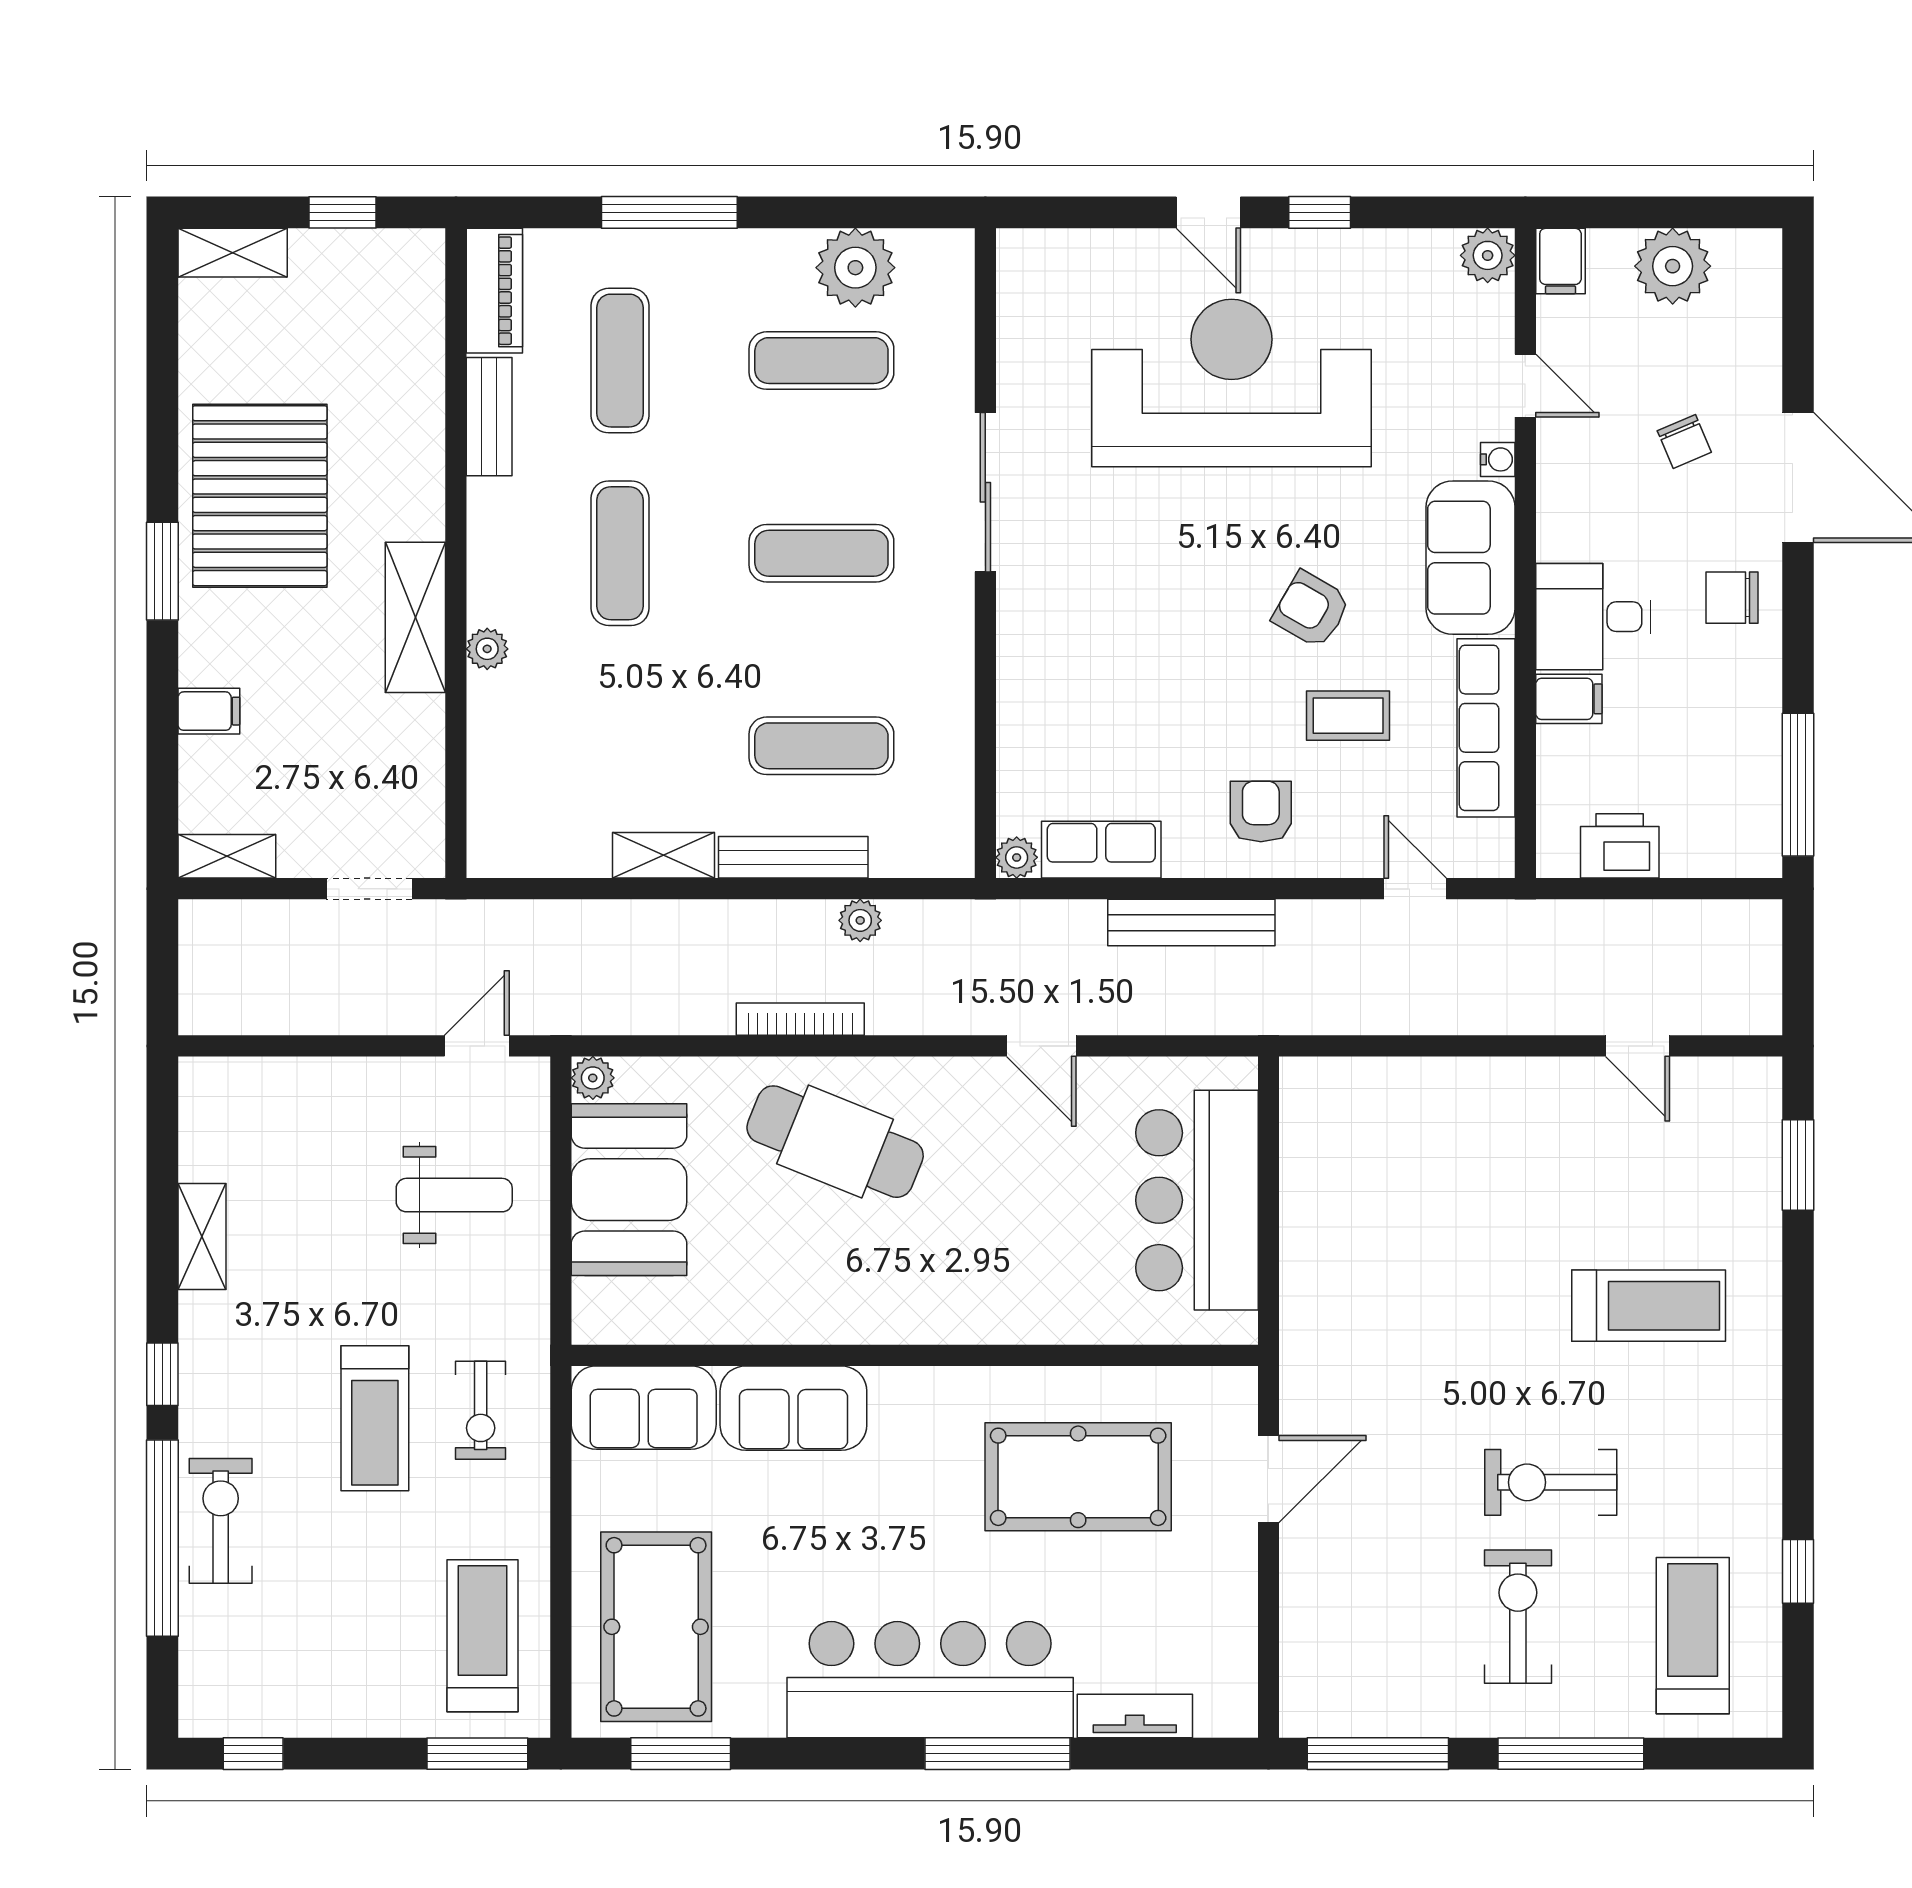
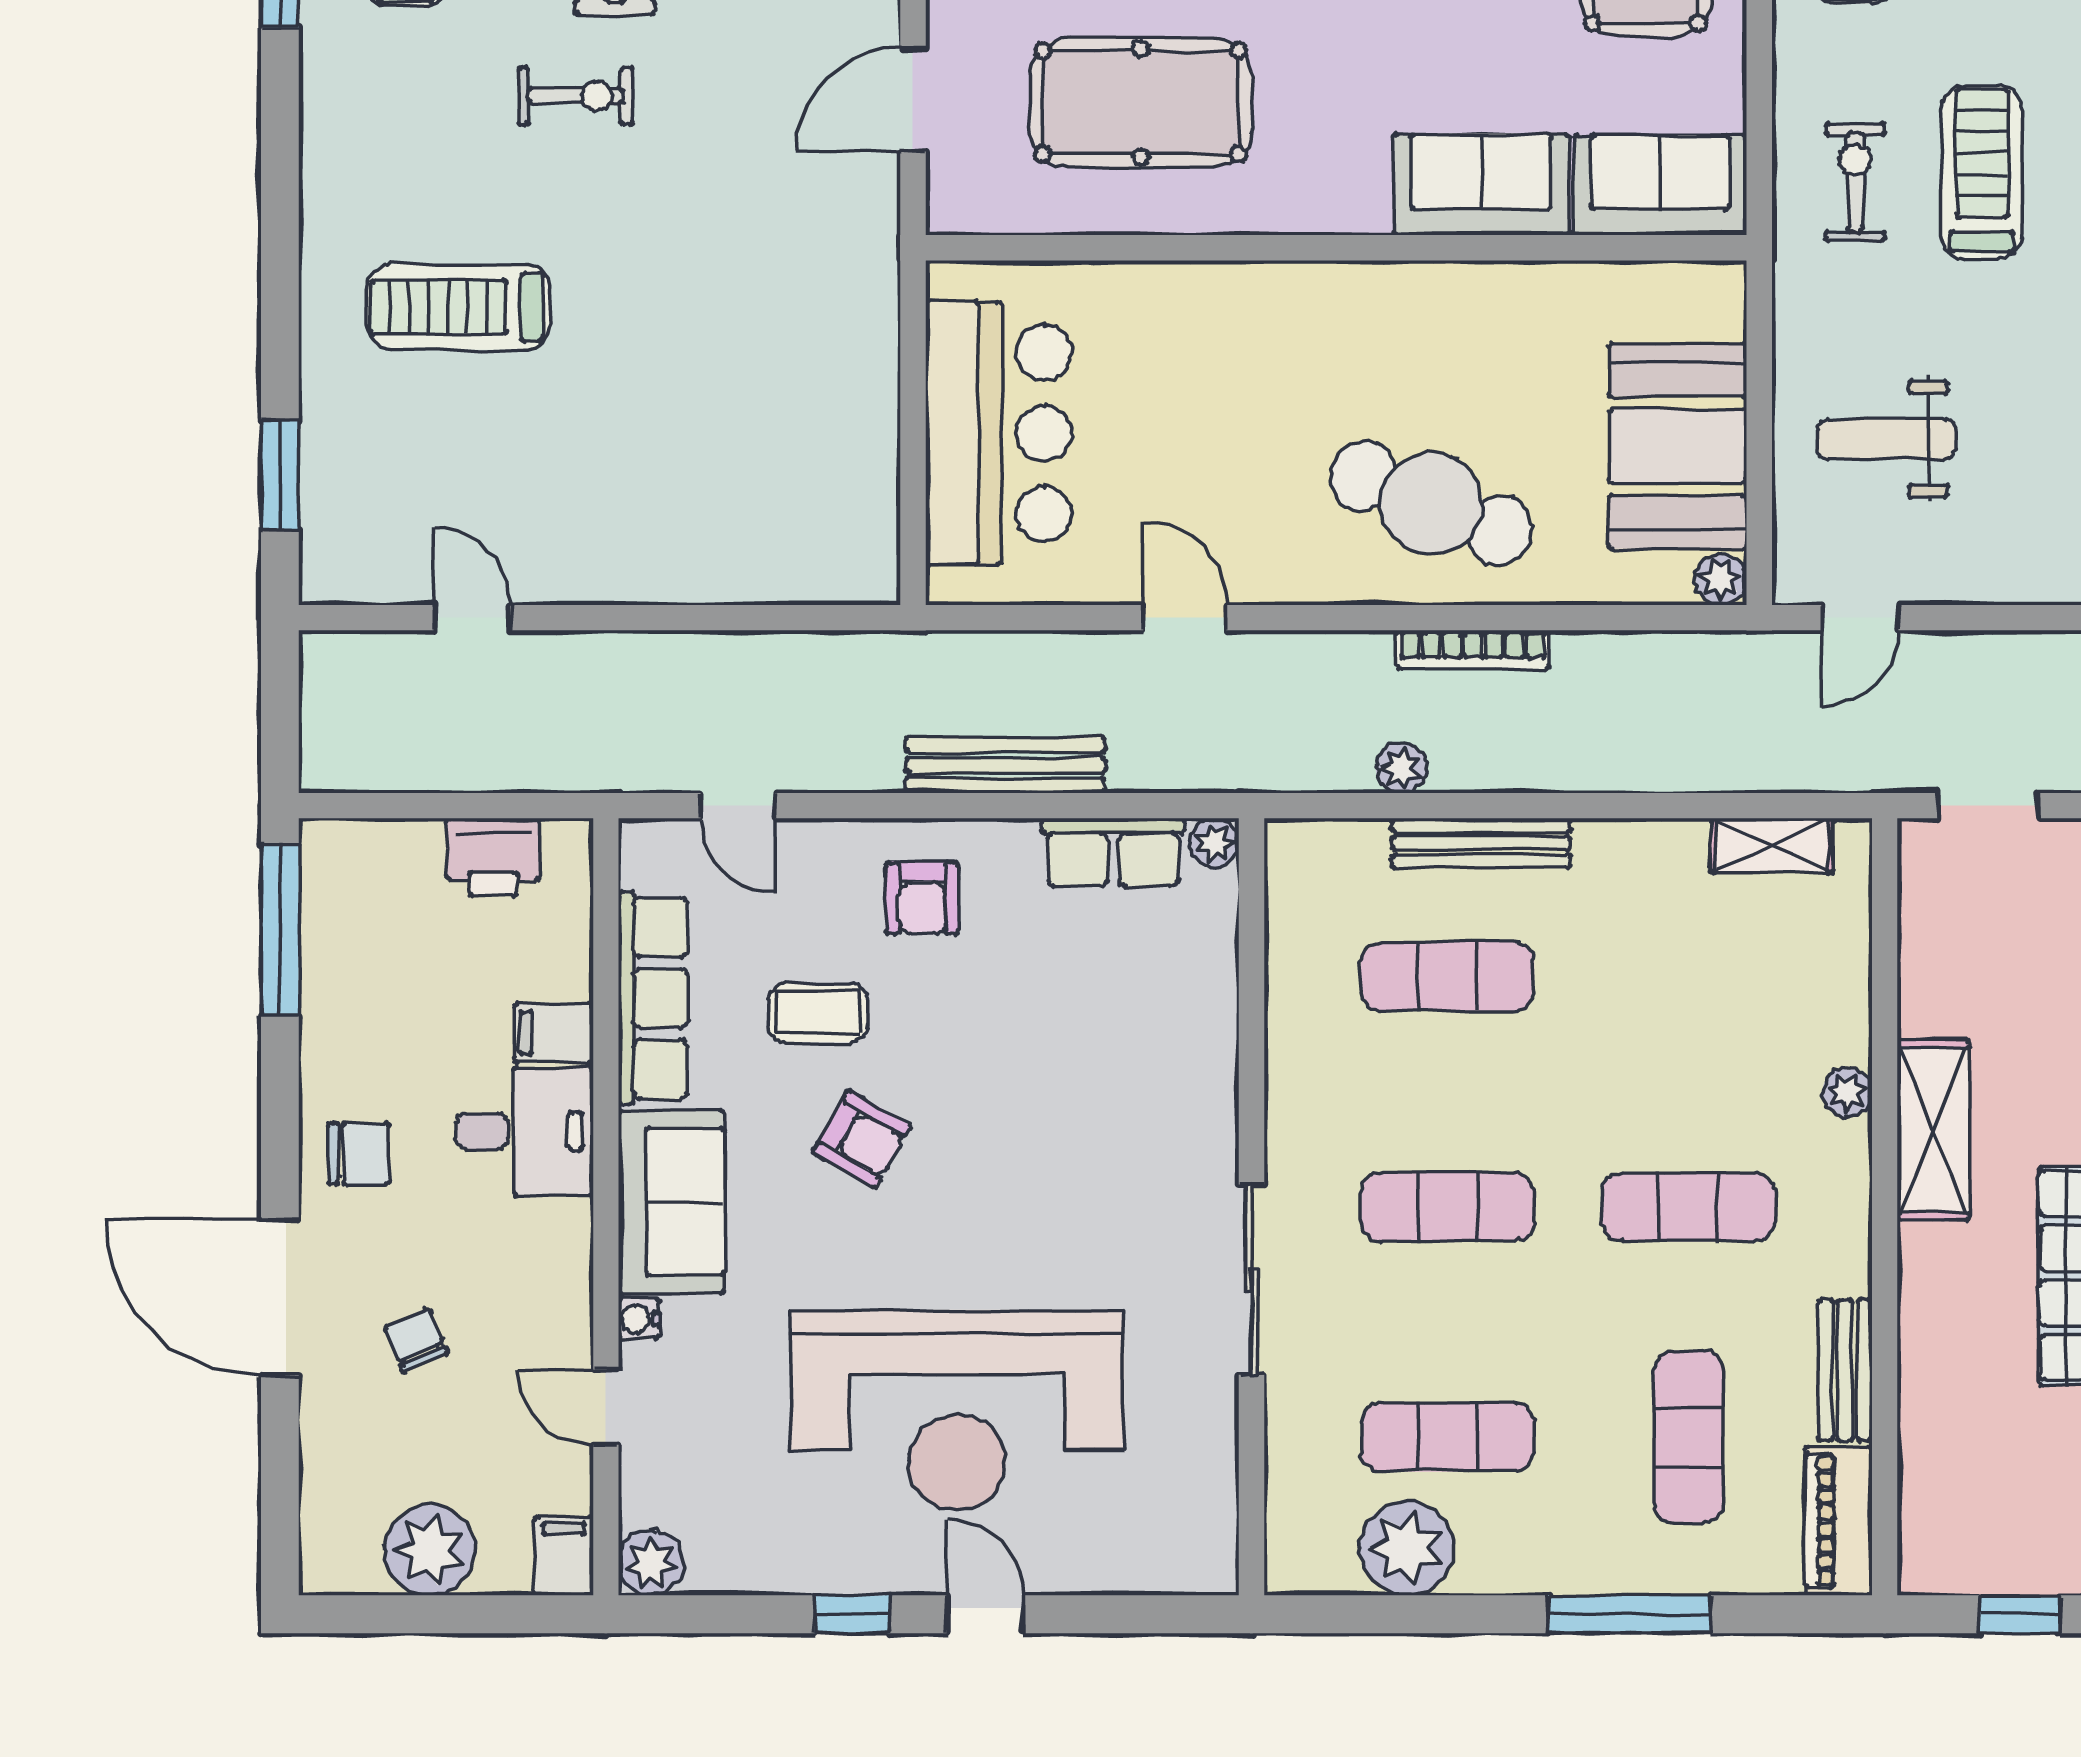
exercise mat: (620, 553) -> (1688, 1207), turned 90
shelving: (664, 855) -> (1772, 846), moved
exercise bike: (1551, 1482) -> (576, 96), width x0.73, depth x0.72

